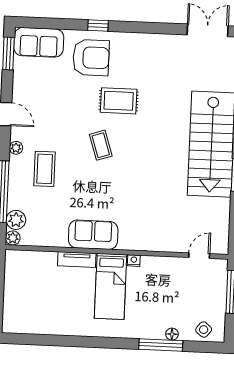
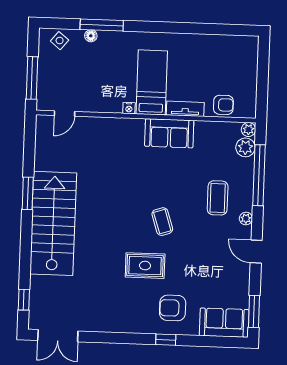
armchair: (91, 58) -> (173, 308), width x0.73, depth x0.73
armchair: (38, 263) -> (223, 105), added

